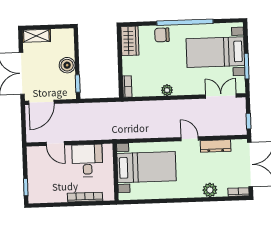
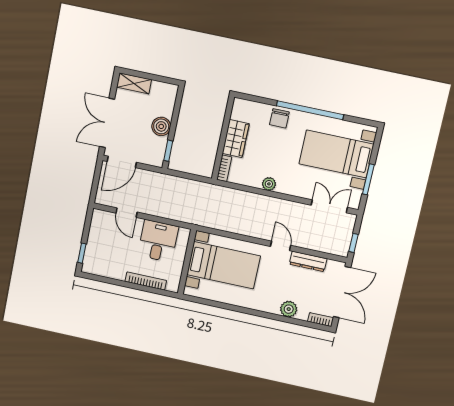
chair: (162, 35) -> (279, 118), turned -90
wardrobe: (130, 41) -> (236, 138), moved

